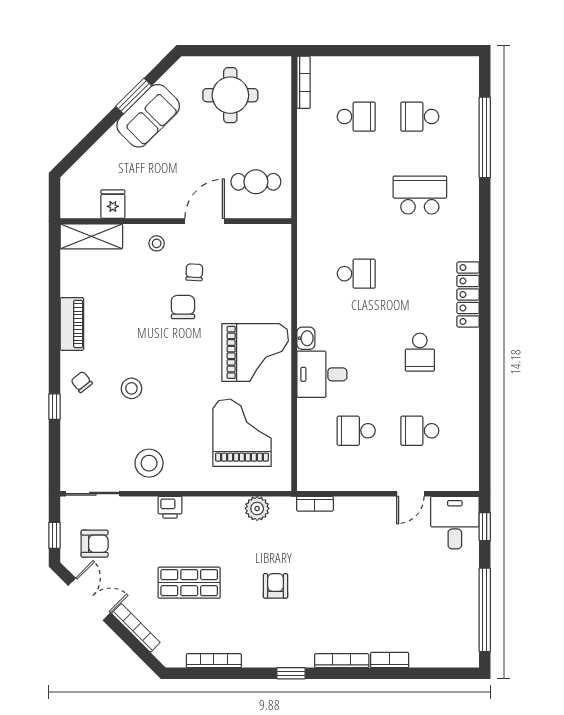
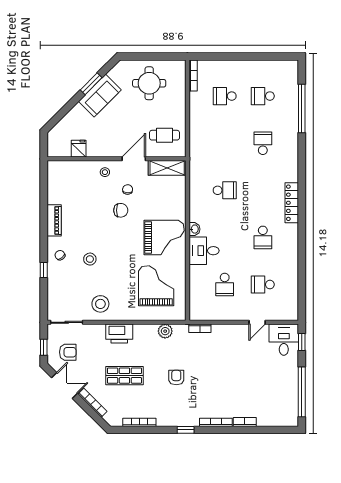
school desk: (356, 117) -> (225, 96), turned 180
school desk: (420, 195) -> (263, 143), width x0.54
shelving: (91, 236) -> (167, 168), moved
chair: (183, 307) -> (121, 210), turned 90
school desk: (356, 431) -> (225, 285), turned -90
printer: (170, 507) -> (119, 333), width x1.87, depth x1.48

